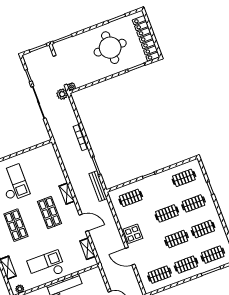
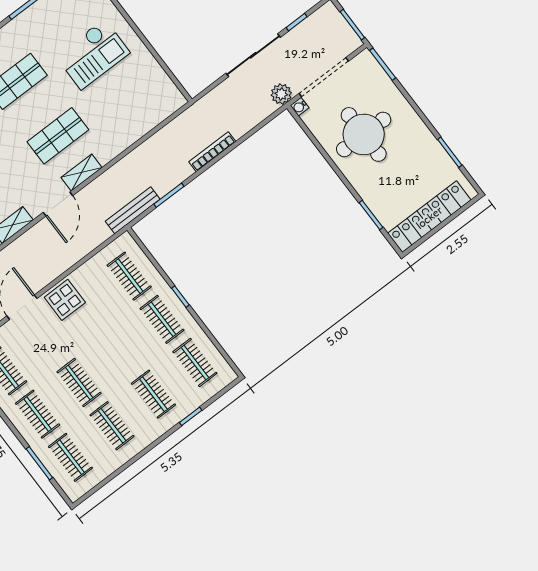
round table: (110, 48) -> (364, 134), moved
shelving: (67, 194) -> (82, 173), moved
clothes rail: (167, 213) -> (162, 319), moved

